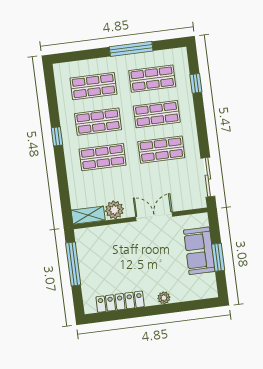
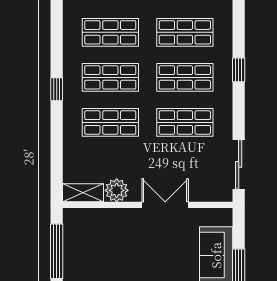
window: (196, 83) -> (239, 70), moved

